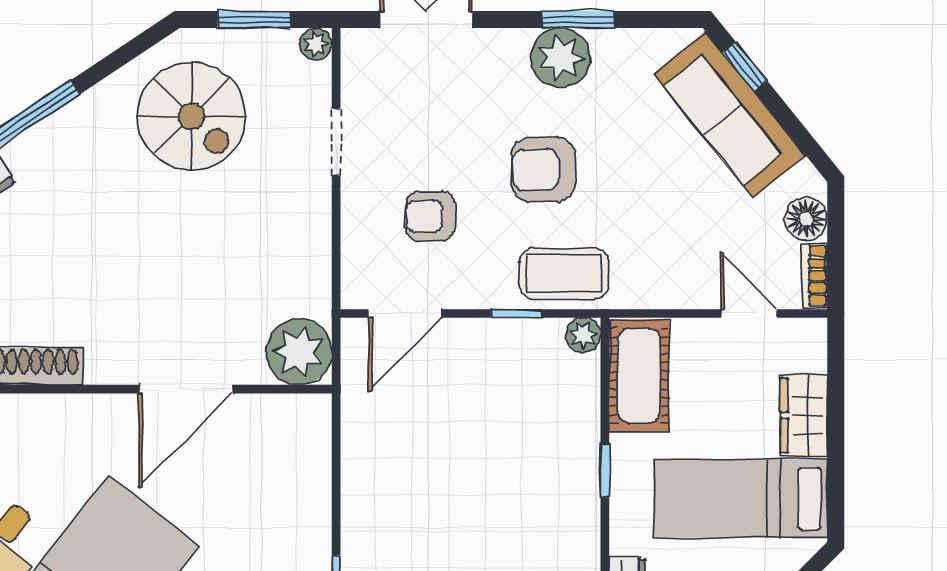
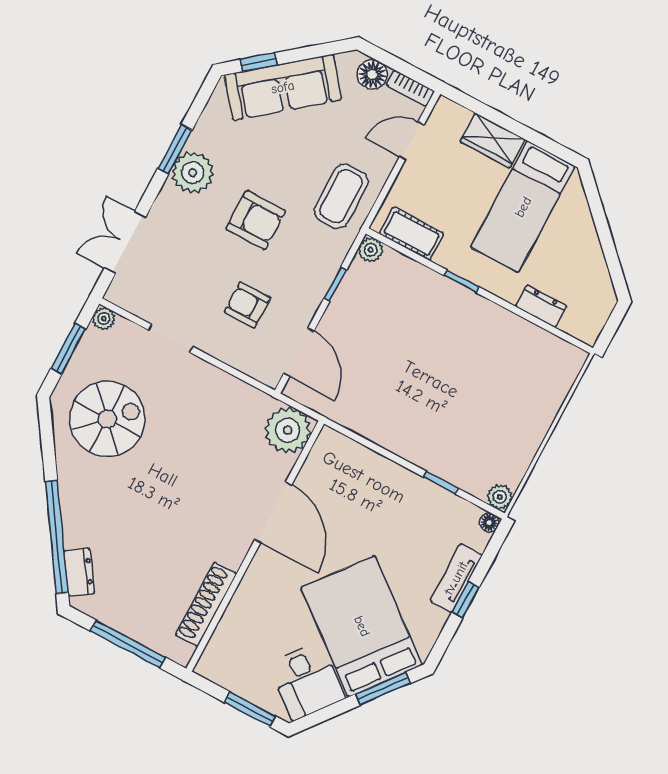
armchair: (543, 170) -> (256, 220), turned -90
armchair: (430, 216) -> (247, 305), turned 90
coffee table: (564, 274) -> (341, 196), moved
cot: (639, 376) -> (412, 234), width x0.73, depth x0.75

